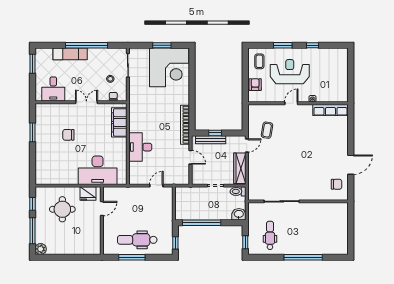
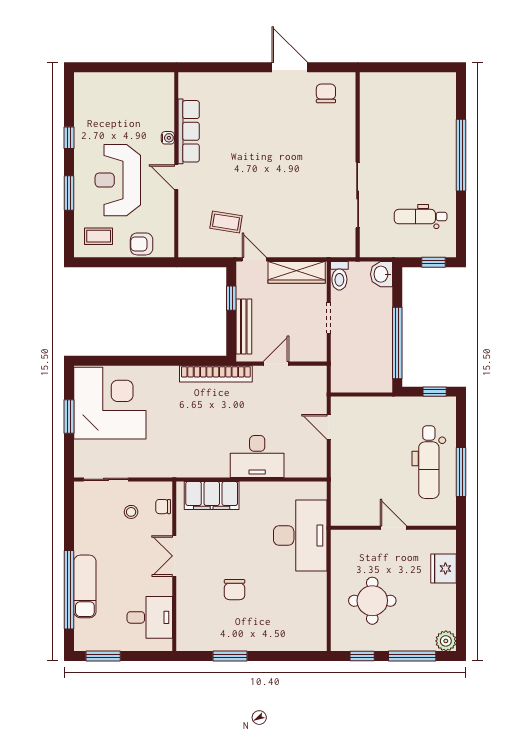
window: (87, 45) -> (69, 590), moved
row of seats: (330, 110) -> (189, 131), moved
window: (215, 133) -> (231, 298), moved
fridge: (88, 194) -> (443, 569), moved, turned 180
door: (102, 209) -> (393, 528), moved

